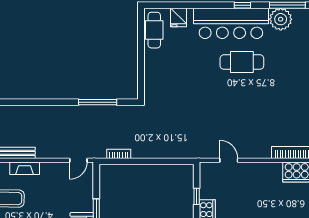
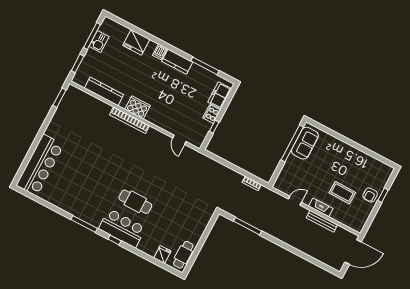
plant: (281, 19) -> (94, 217), removed
bar counter: (231, 23) -> (122, 228), width x0.73
door: (78, 160) -> (295, 201), moved

